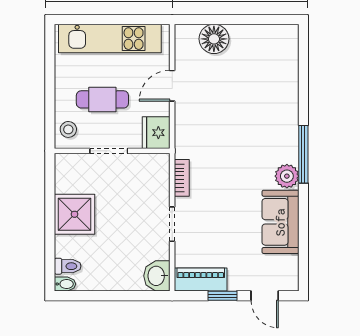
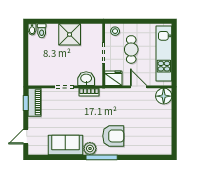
floor lamp: (214, 39) -> (164, 96), moved
armchair: (264, 133) -> (113, 136), added
washbasin: (157, 276) -> (86, 79), moved
window: (222, 296) -> (26, 103), moved

